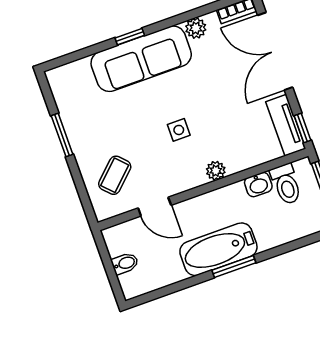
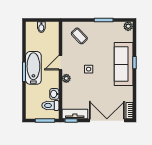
plant: (196, 28) -> (128, 26), moved
door: (155, 207) -> (60, 63), moved

